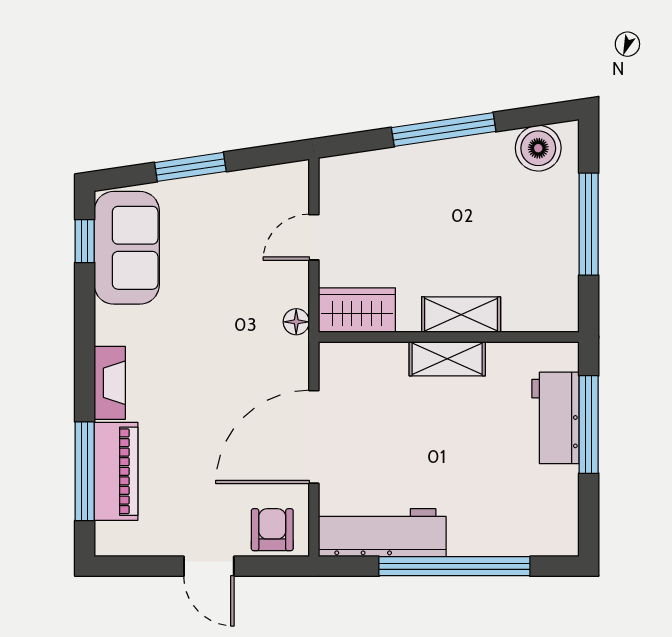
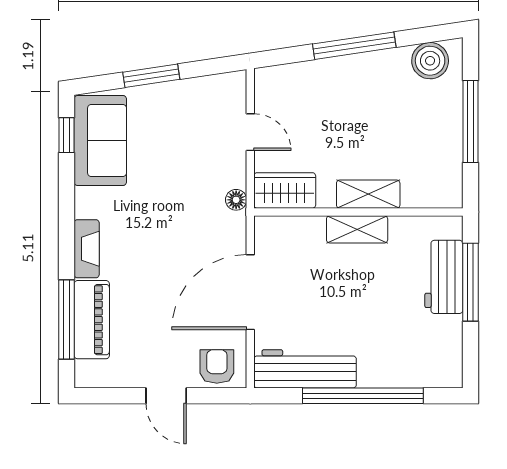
door: (314, 237) -> (250, 132), swing flipped

